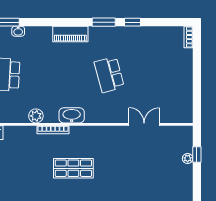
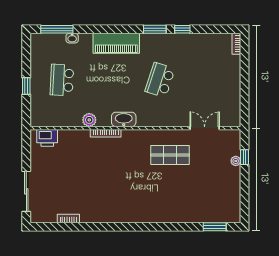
piano: (70, 34) -> (116, 43), width x1.37, depth x1.33
school desk: (109, 75) -> (160, 80), turned 33
double door: (144, 124) -> (205, 128), moved
shop shelf: (73, 168) -> (170, 155), moved

